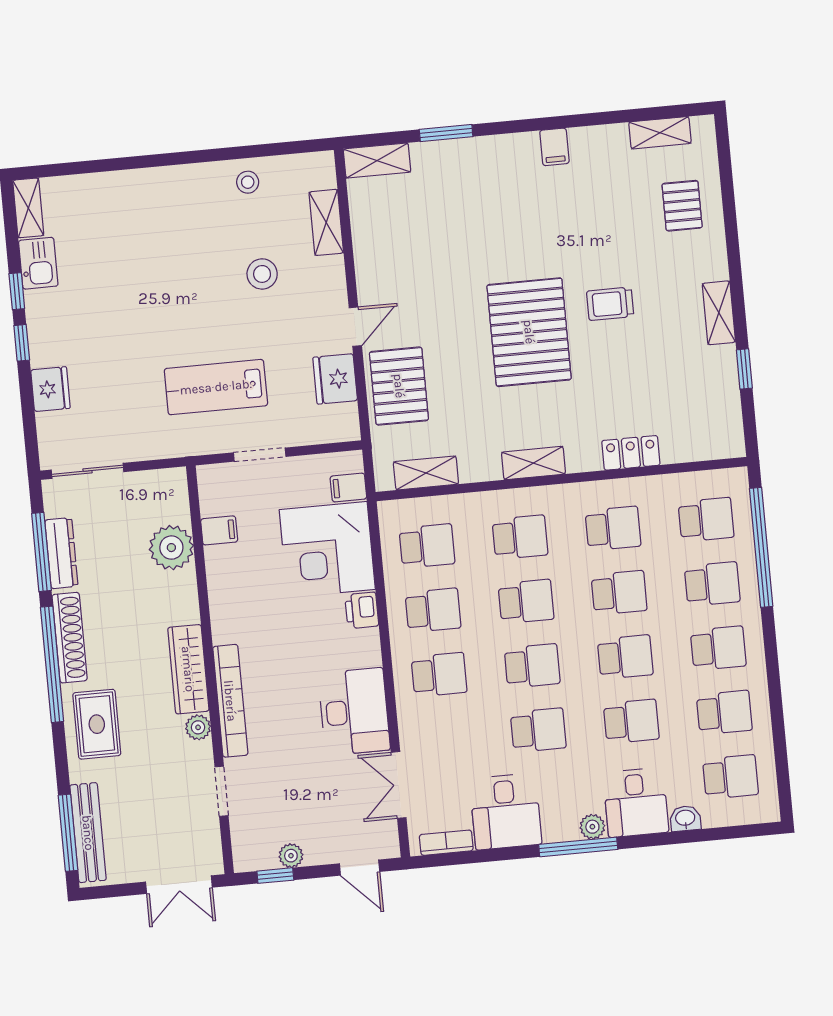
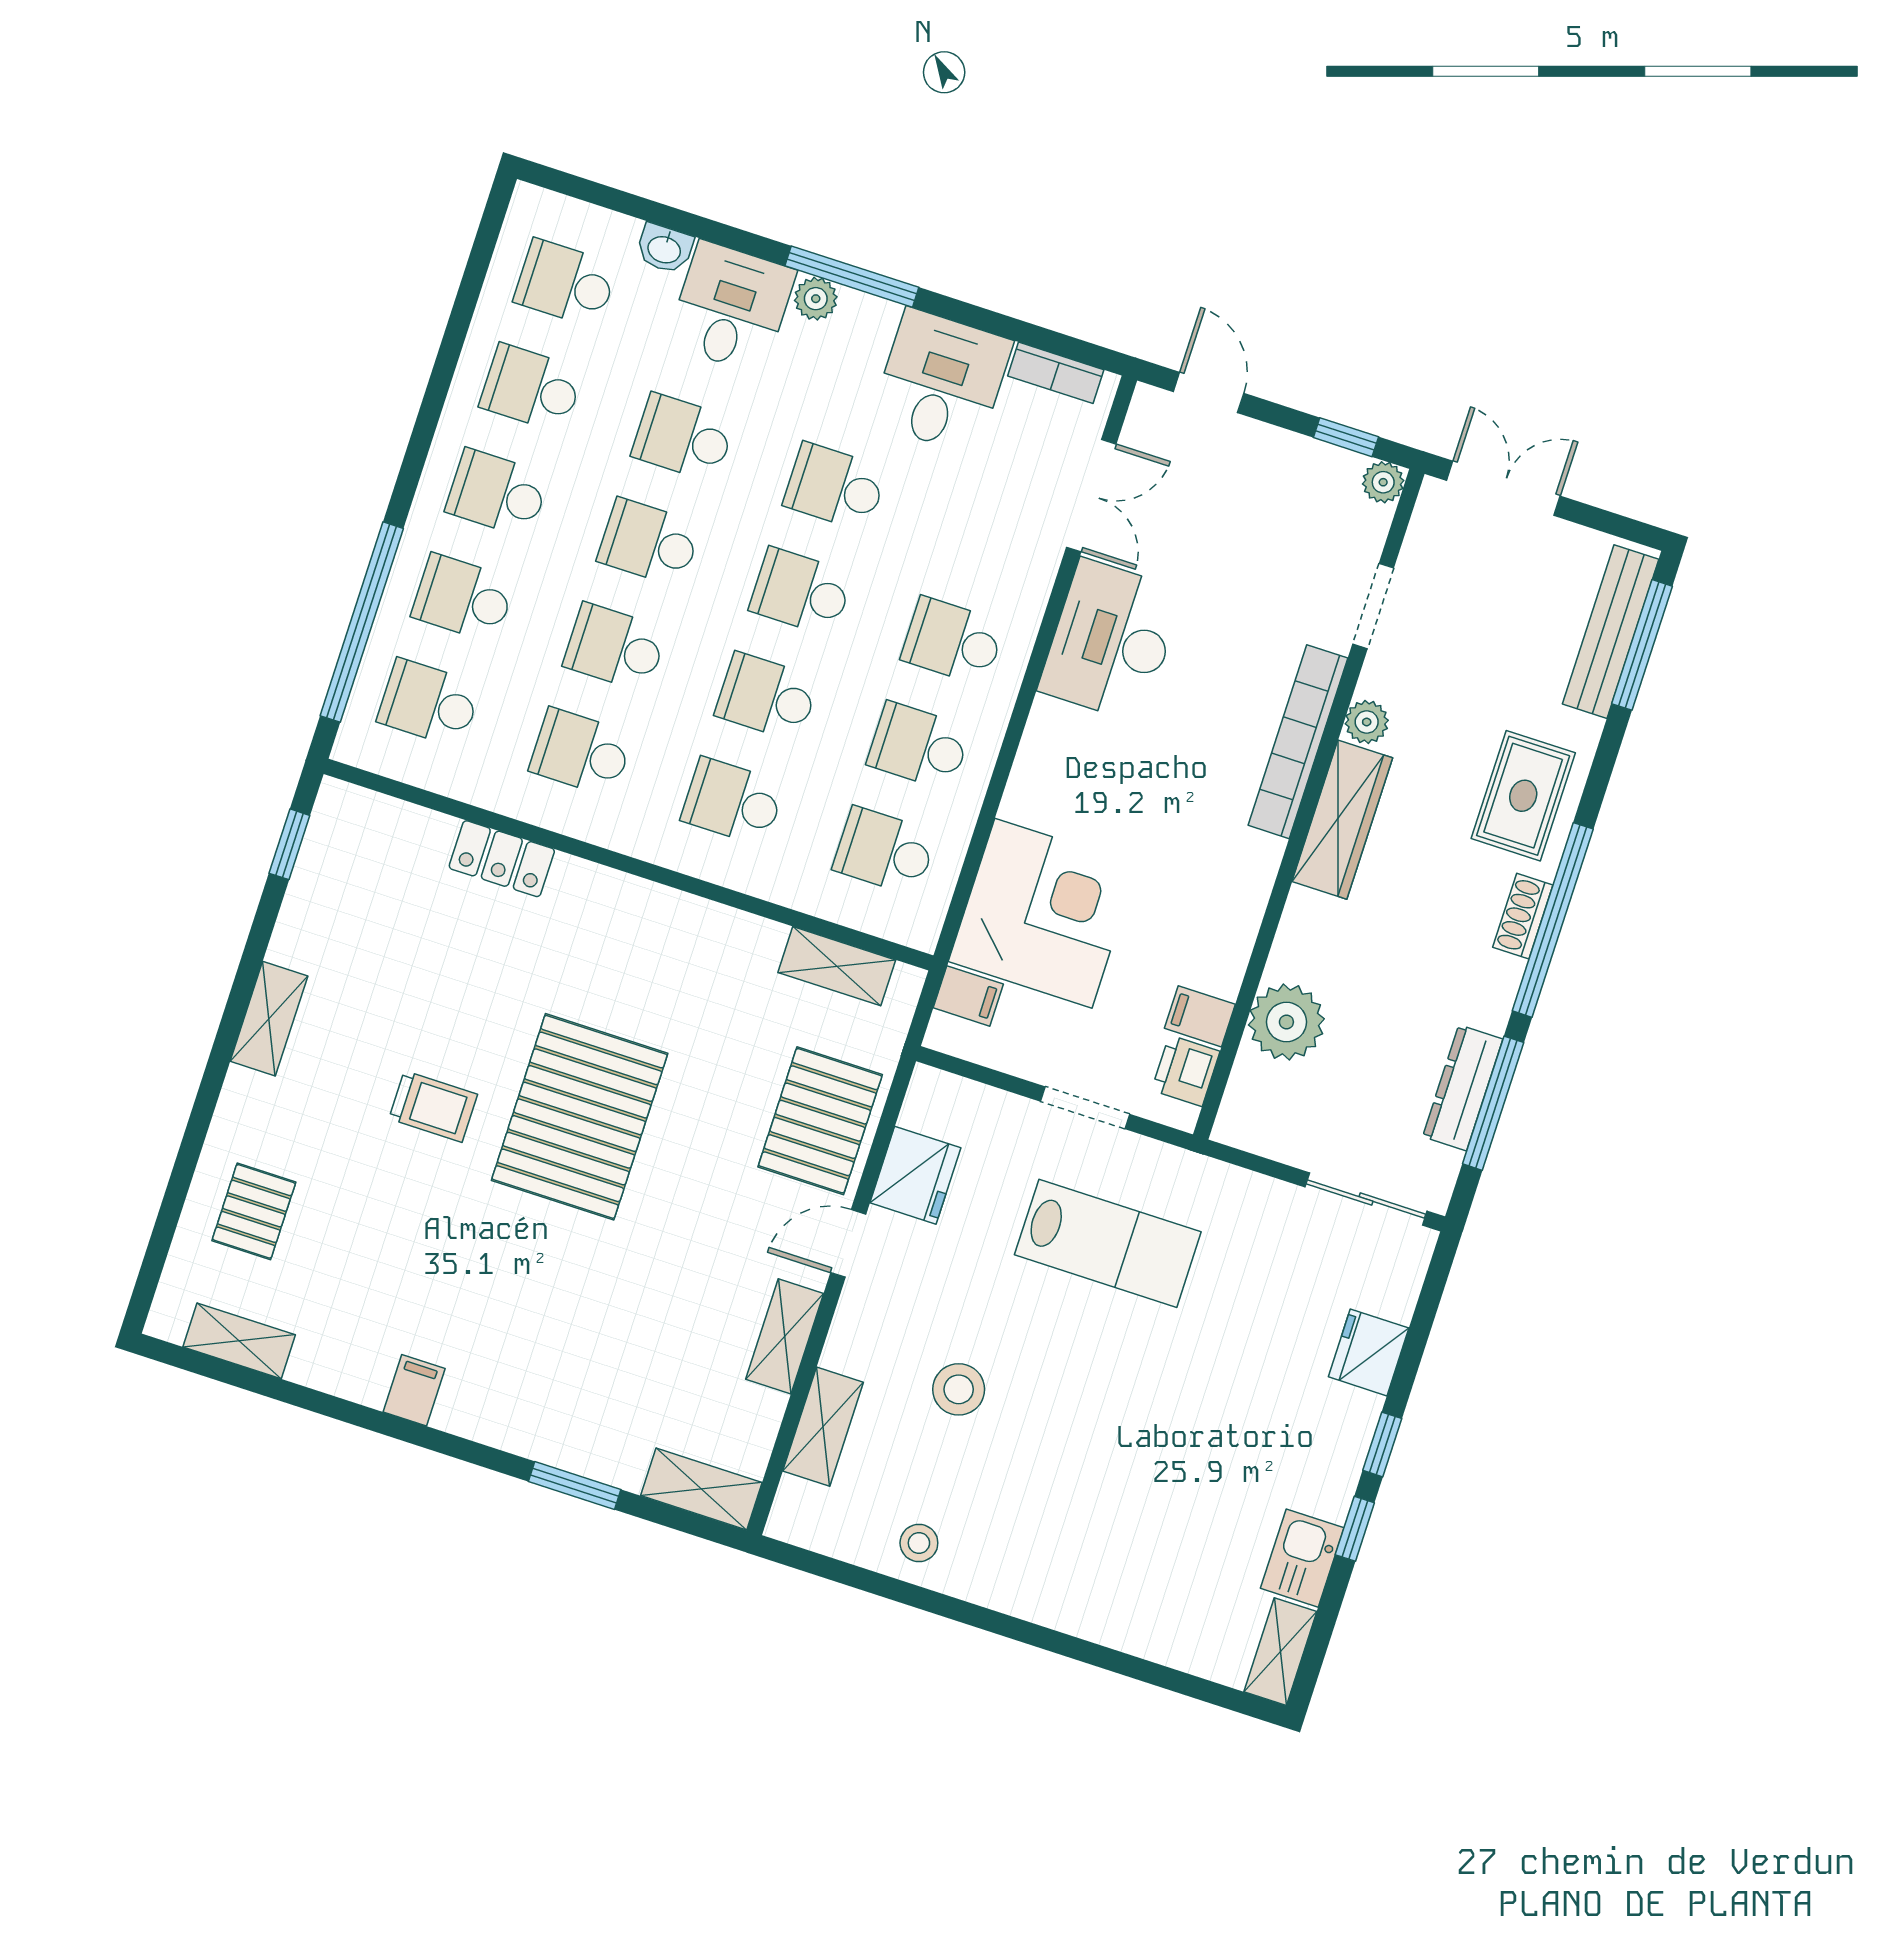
window: (744, 369) -> (289, 844), moved
shelving: (533, 463) -> (785, 1336), moved, turned 90
printer: (362, 610) -> (1186, 1071), moved, turned 180
shoe rack: (70, 638) -> (1523, 916), width x0.51, depth x0.81
plant: (291, 856) -> (1383, 482), moved

